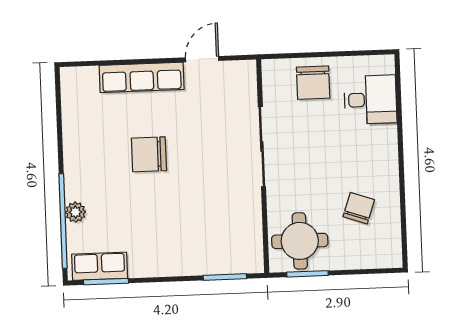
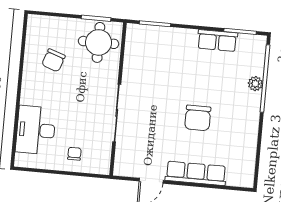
chair: (313, 83) -> (74, 154), width x0.54, depth x0.54
desk: (370, 100) -> (36, 130), width x1.37
chair: (149, 154) -> (198, 118), turned 90
row of seats: (100, 266) -> (217, 41), moved

